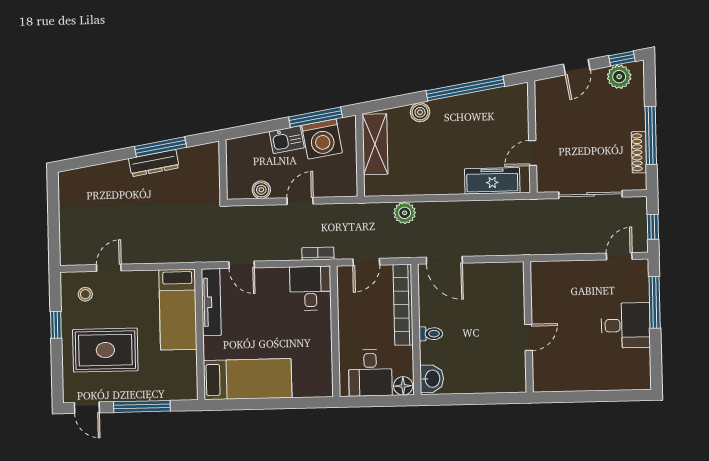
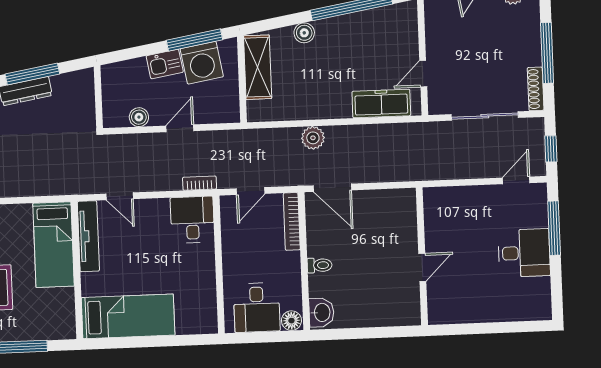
shoe rack: (639, 152) -> (536, 89), moved
plant: (405, 213) -> (313, 138), moved
bookcase: (403, 305) -> (292, 221), width x0.68, depth x0.76

